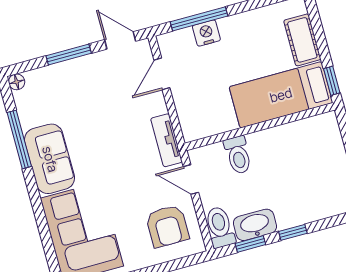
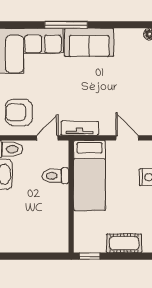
bed: (281, 95) -> (90, 176), moved, turned 180
window: (19, 139) -> (66, 25), moved

